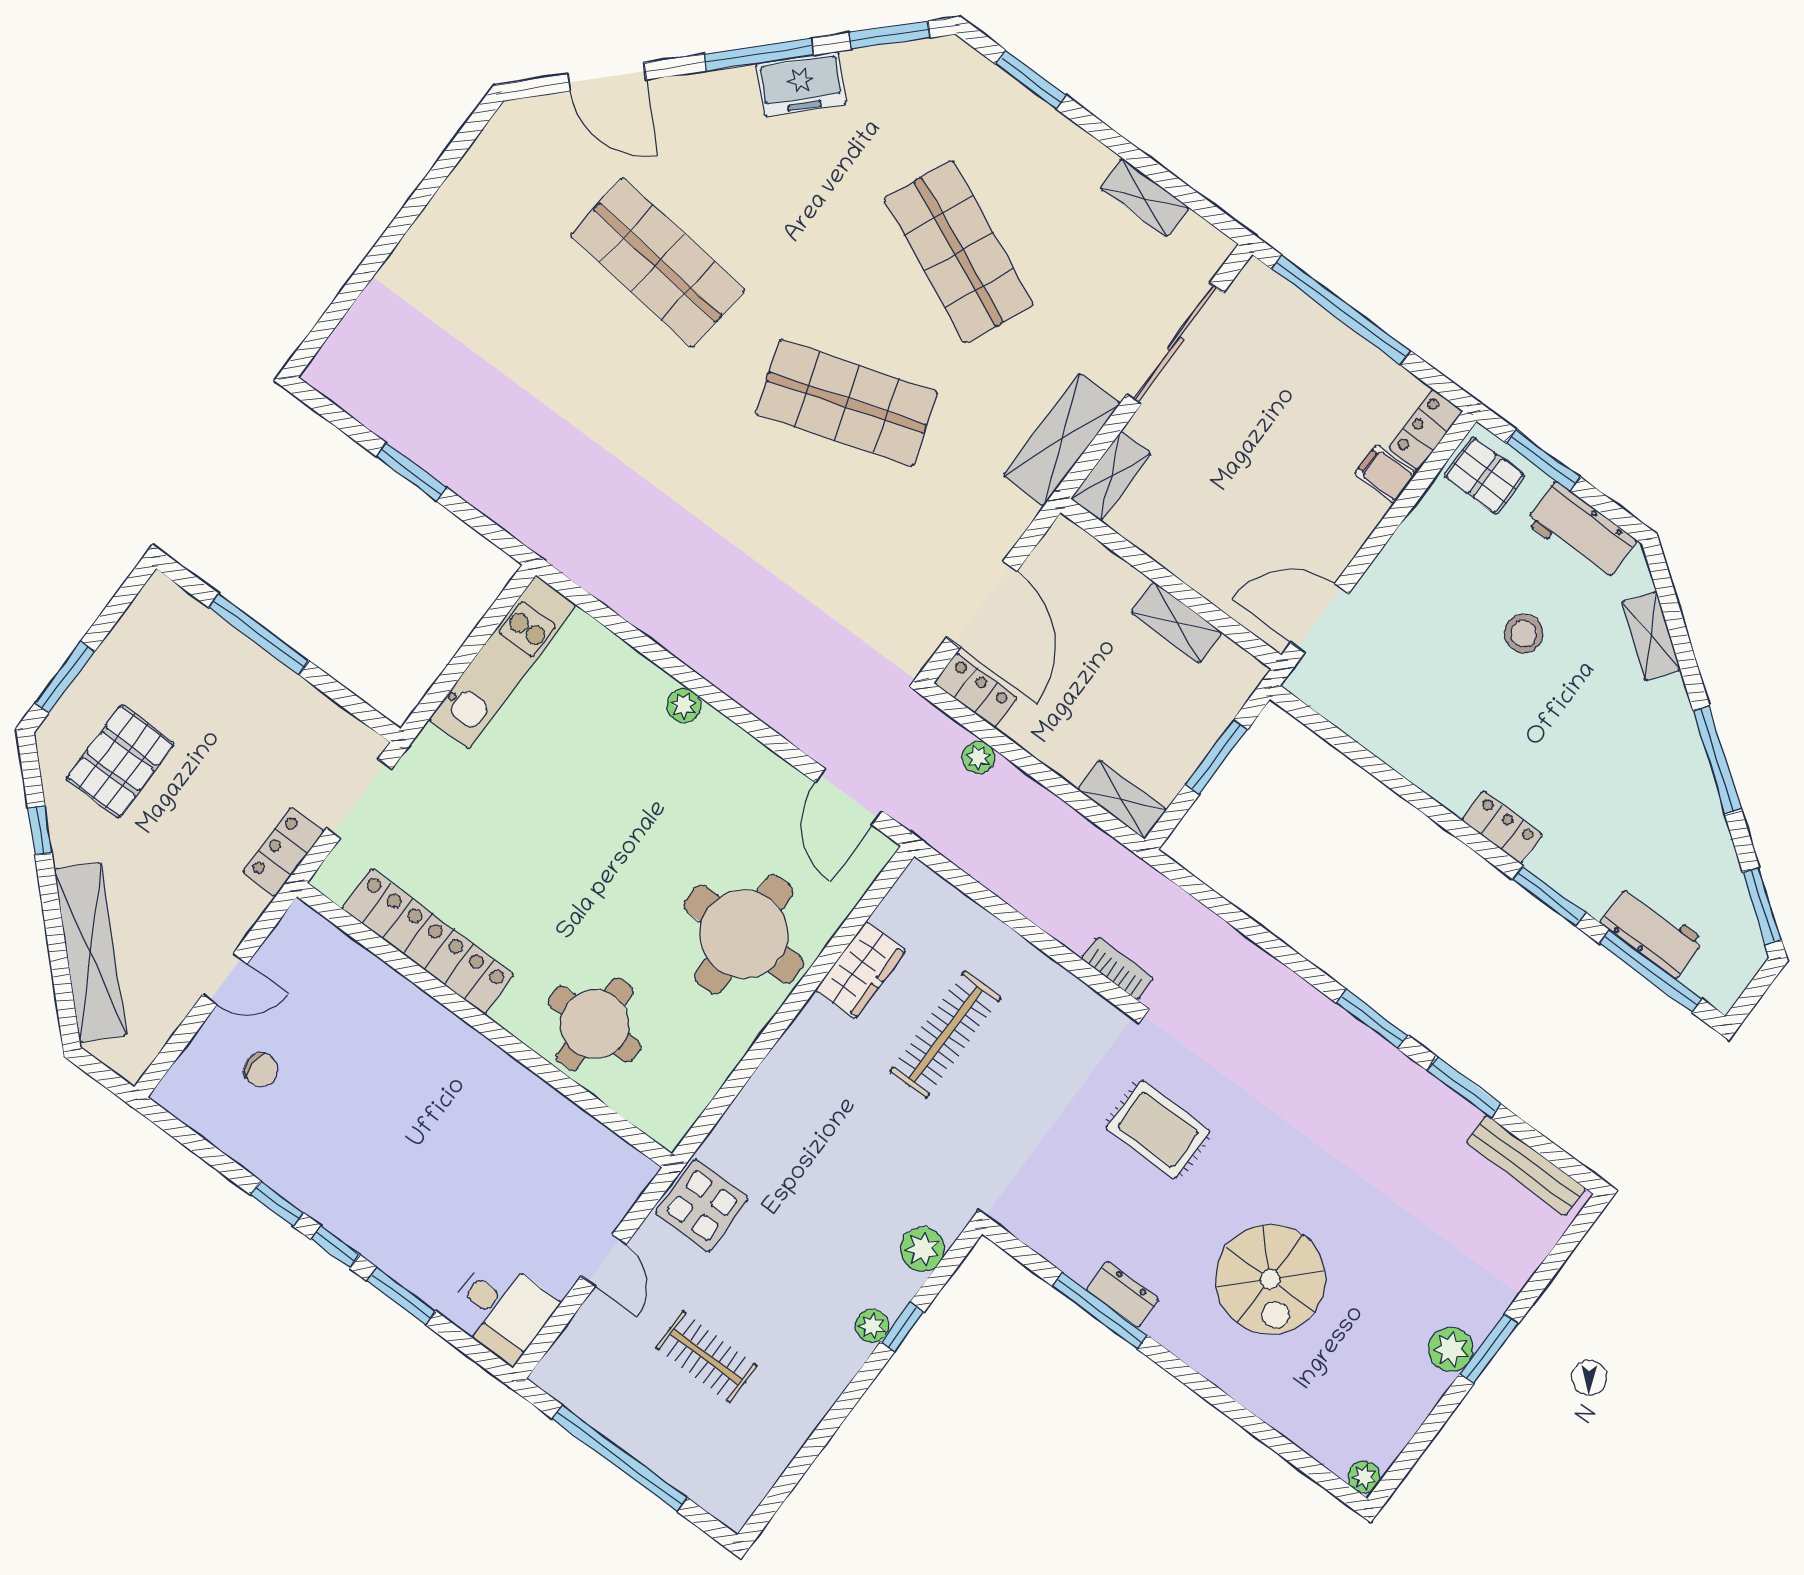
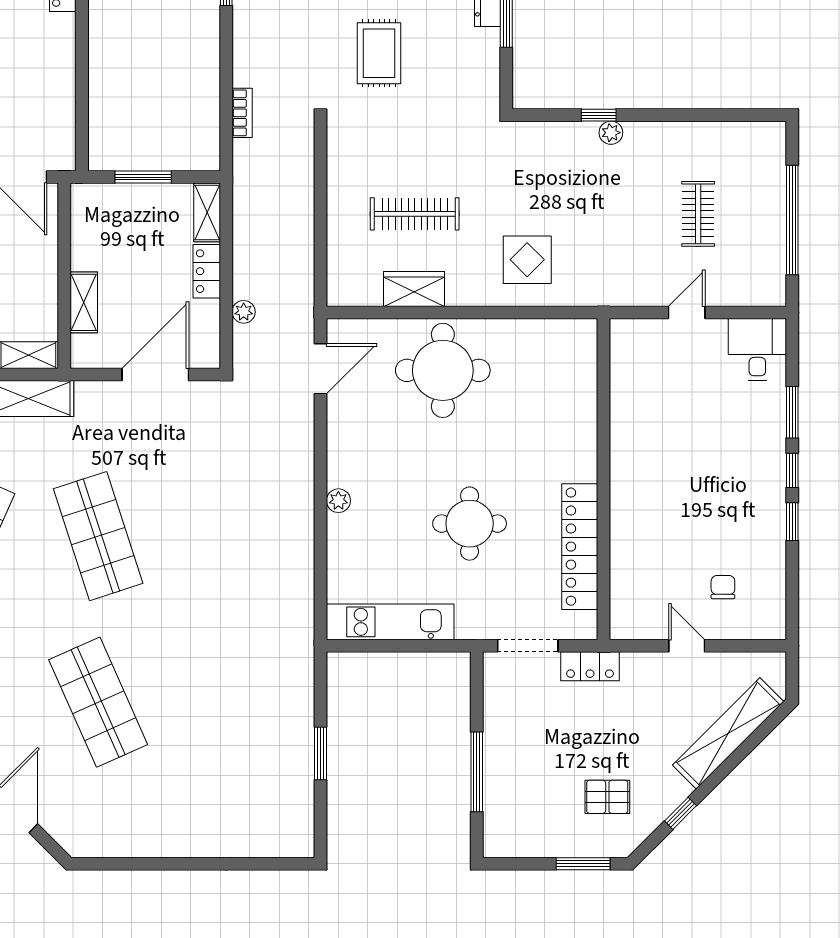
shop shelf: (658, 262) -> (98, 702), turned -30
shelving: (1176, 622) -> (84, 302), moved
locker: (976, 690) -> (207, 271), moved
pallet: (120, 761) -> (607, 797), width x0.67, depth x0.71
bookcase: (1117, 968) -> (242, 113), moved, turned 180
round table: (595, 1024) -> (470, 524), moved
display table: (702, 1206) -> (527, 260), moved
plant: (922, 1249) -> (546, 137), removed

